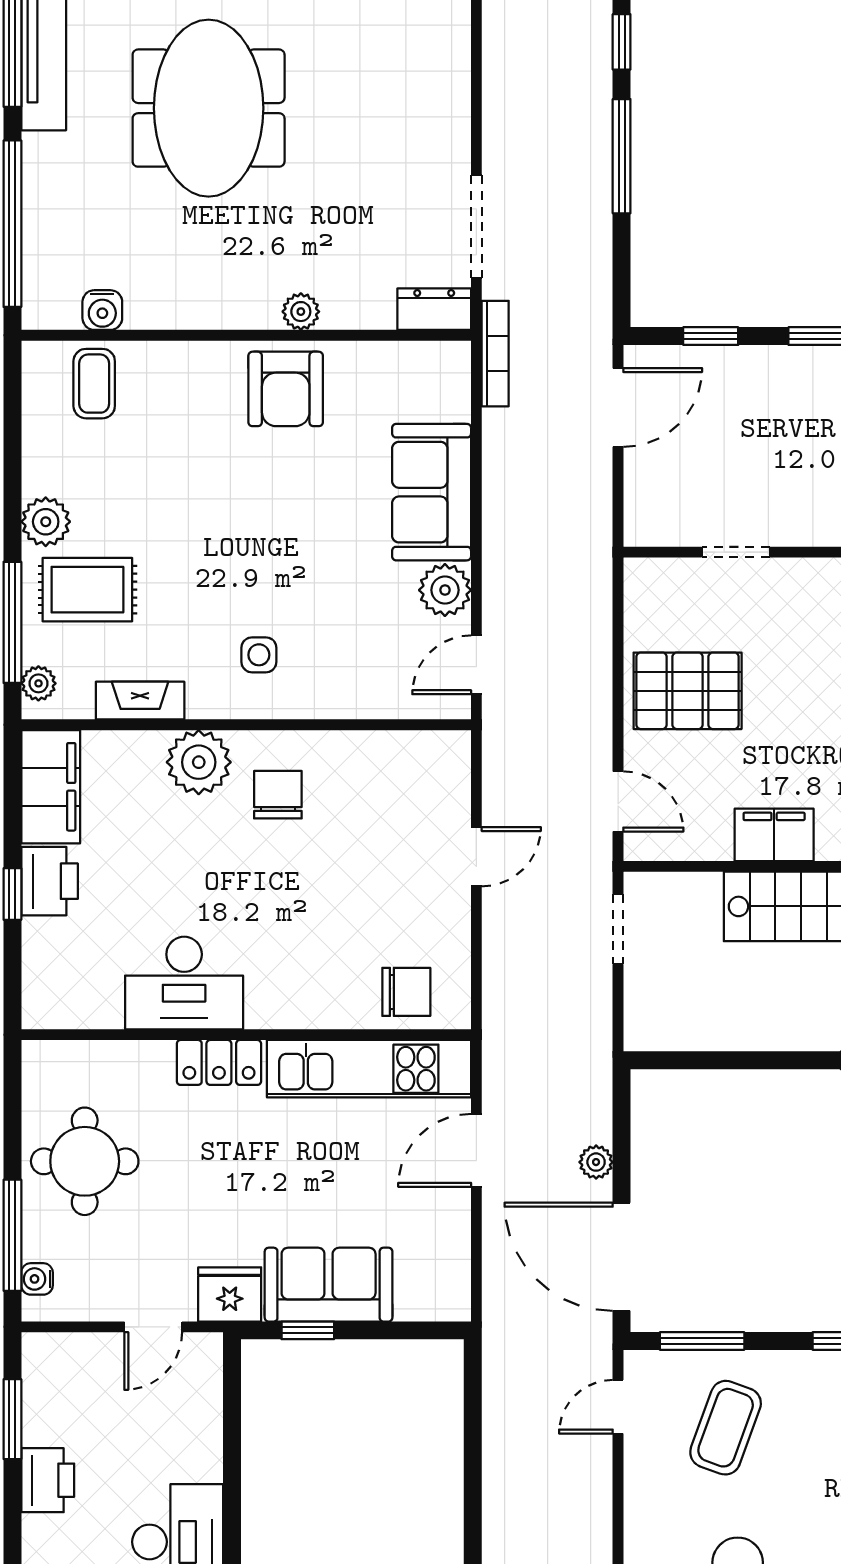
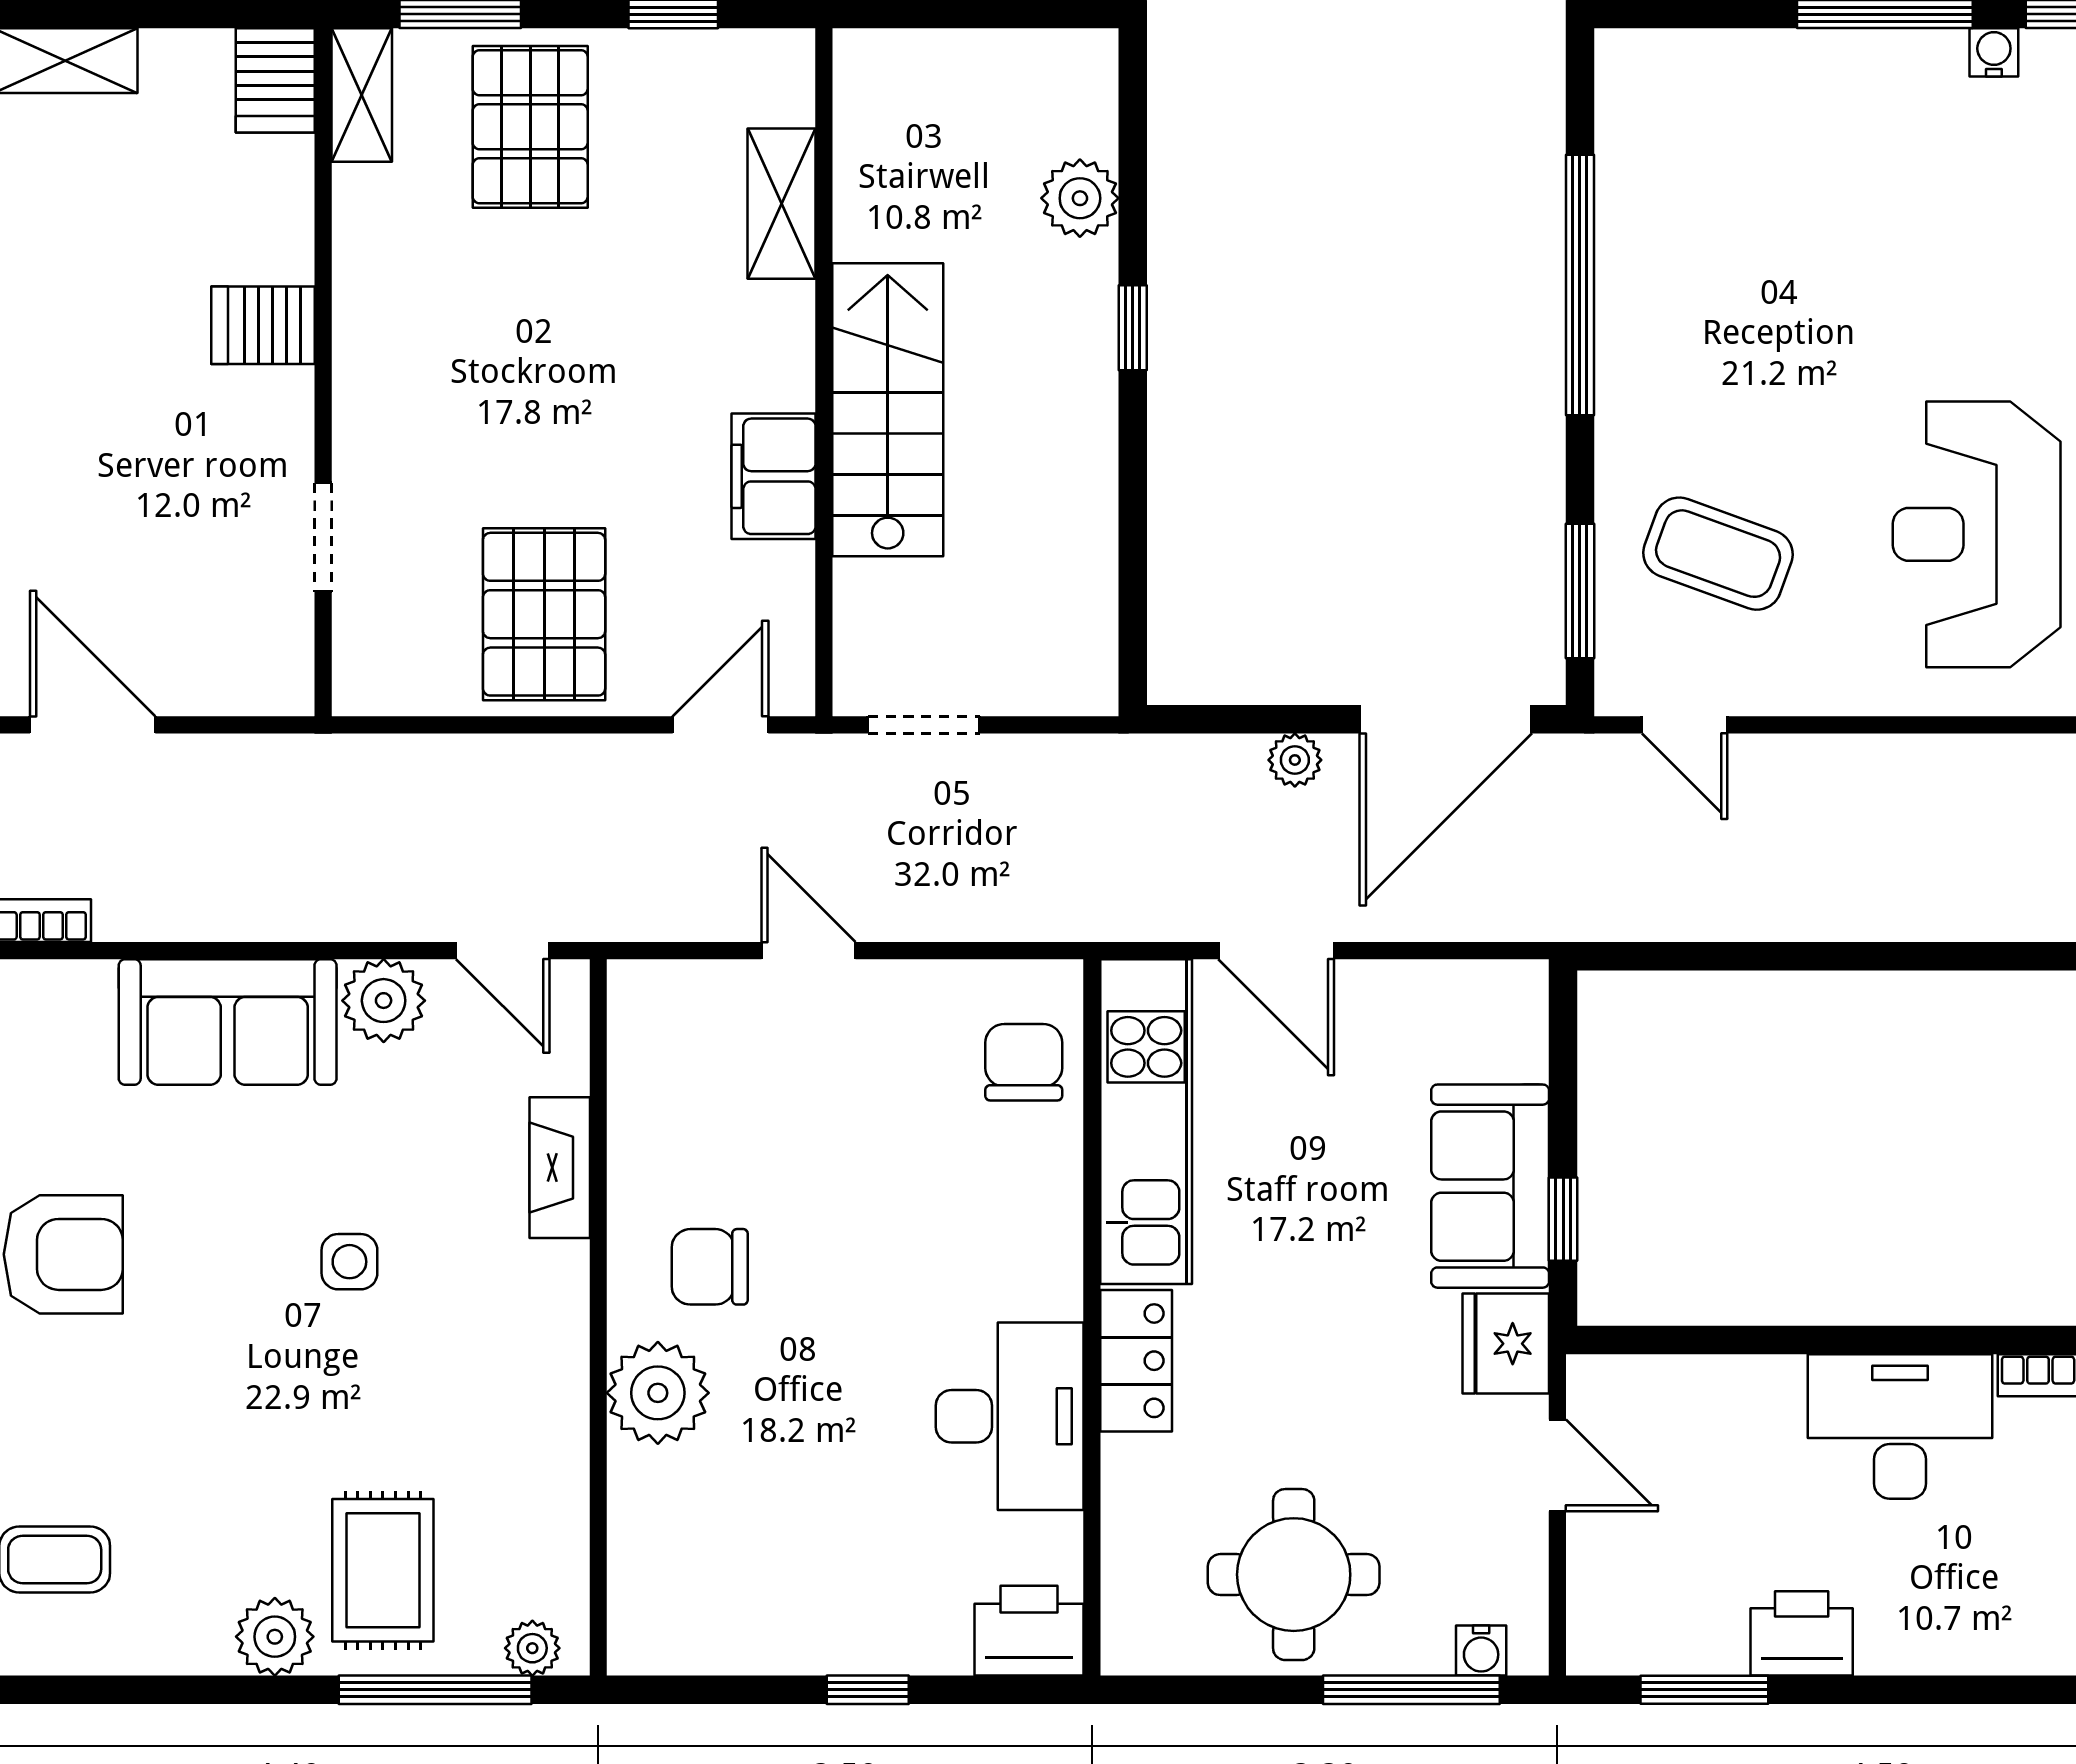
side table: (259, 655) -> (349, 1262), moved
fireplace: (140, 701) -> (560, 1168), moved
filing cabinet: (51, 787) -> (697, 1629), removed
printer: (50, 881) -> (1029, 1631), moved

